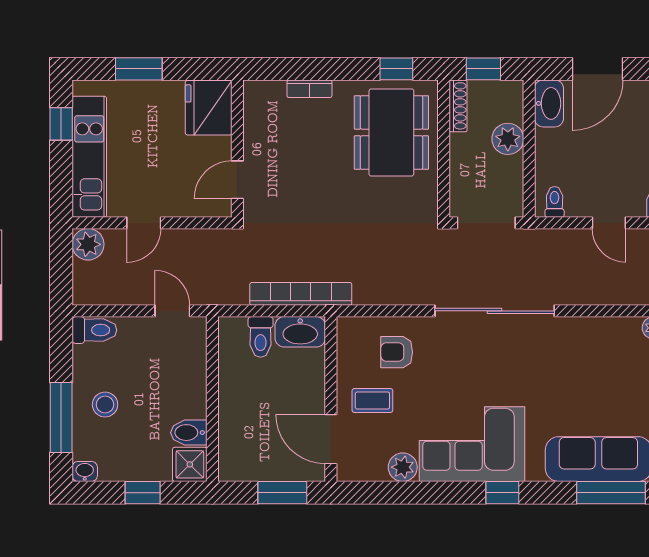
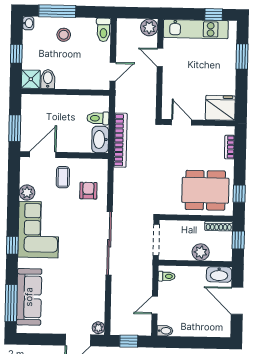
fridge: (209, 108) -> (220, 108), moved
wall: (237, 149) -> (198, 123), moved
door: (237, 180) -> (182, 122), moved

